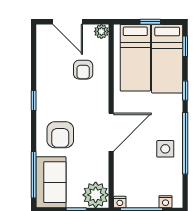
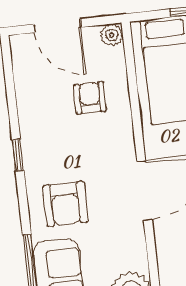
armchair: (83, 70) -> (90, 98), turned 180

